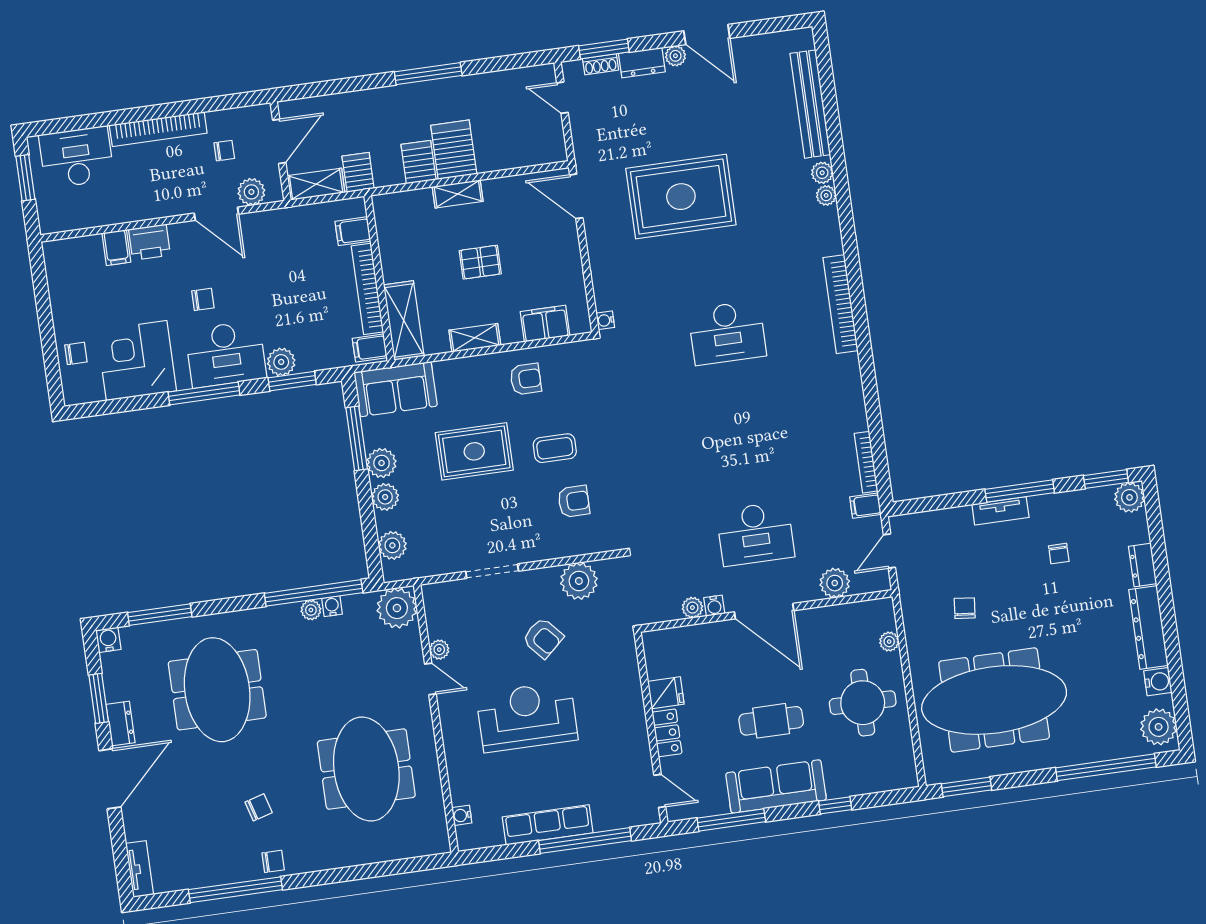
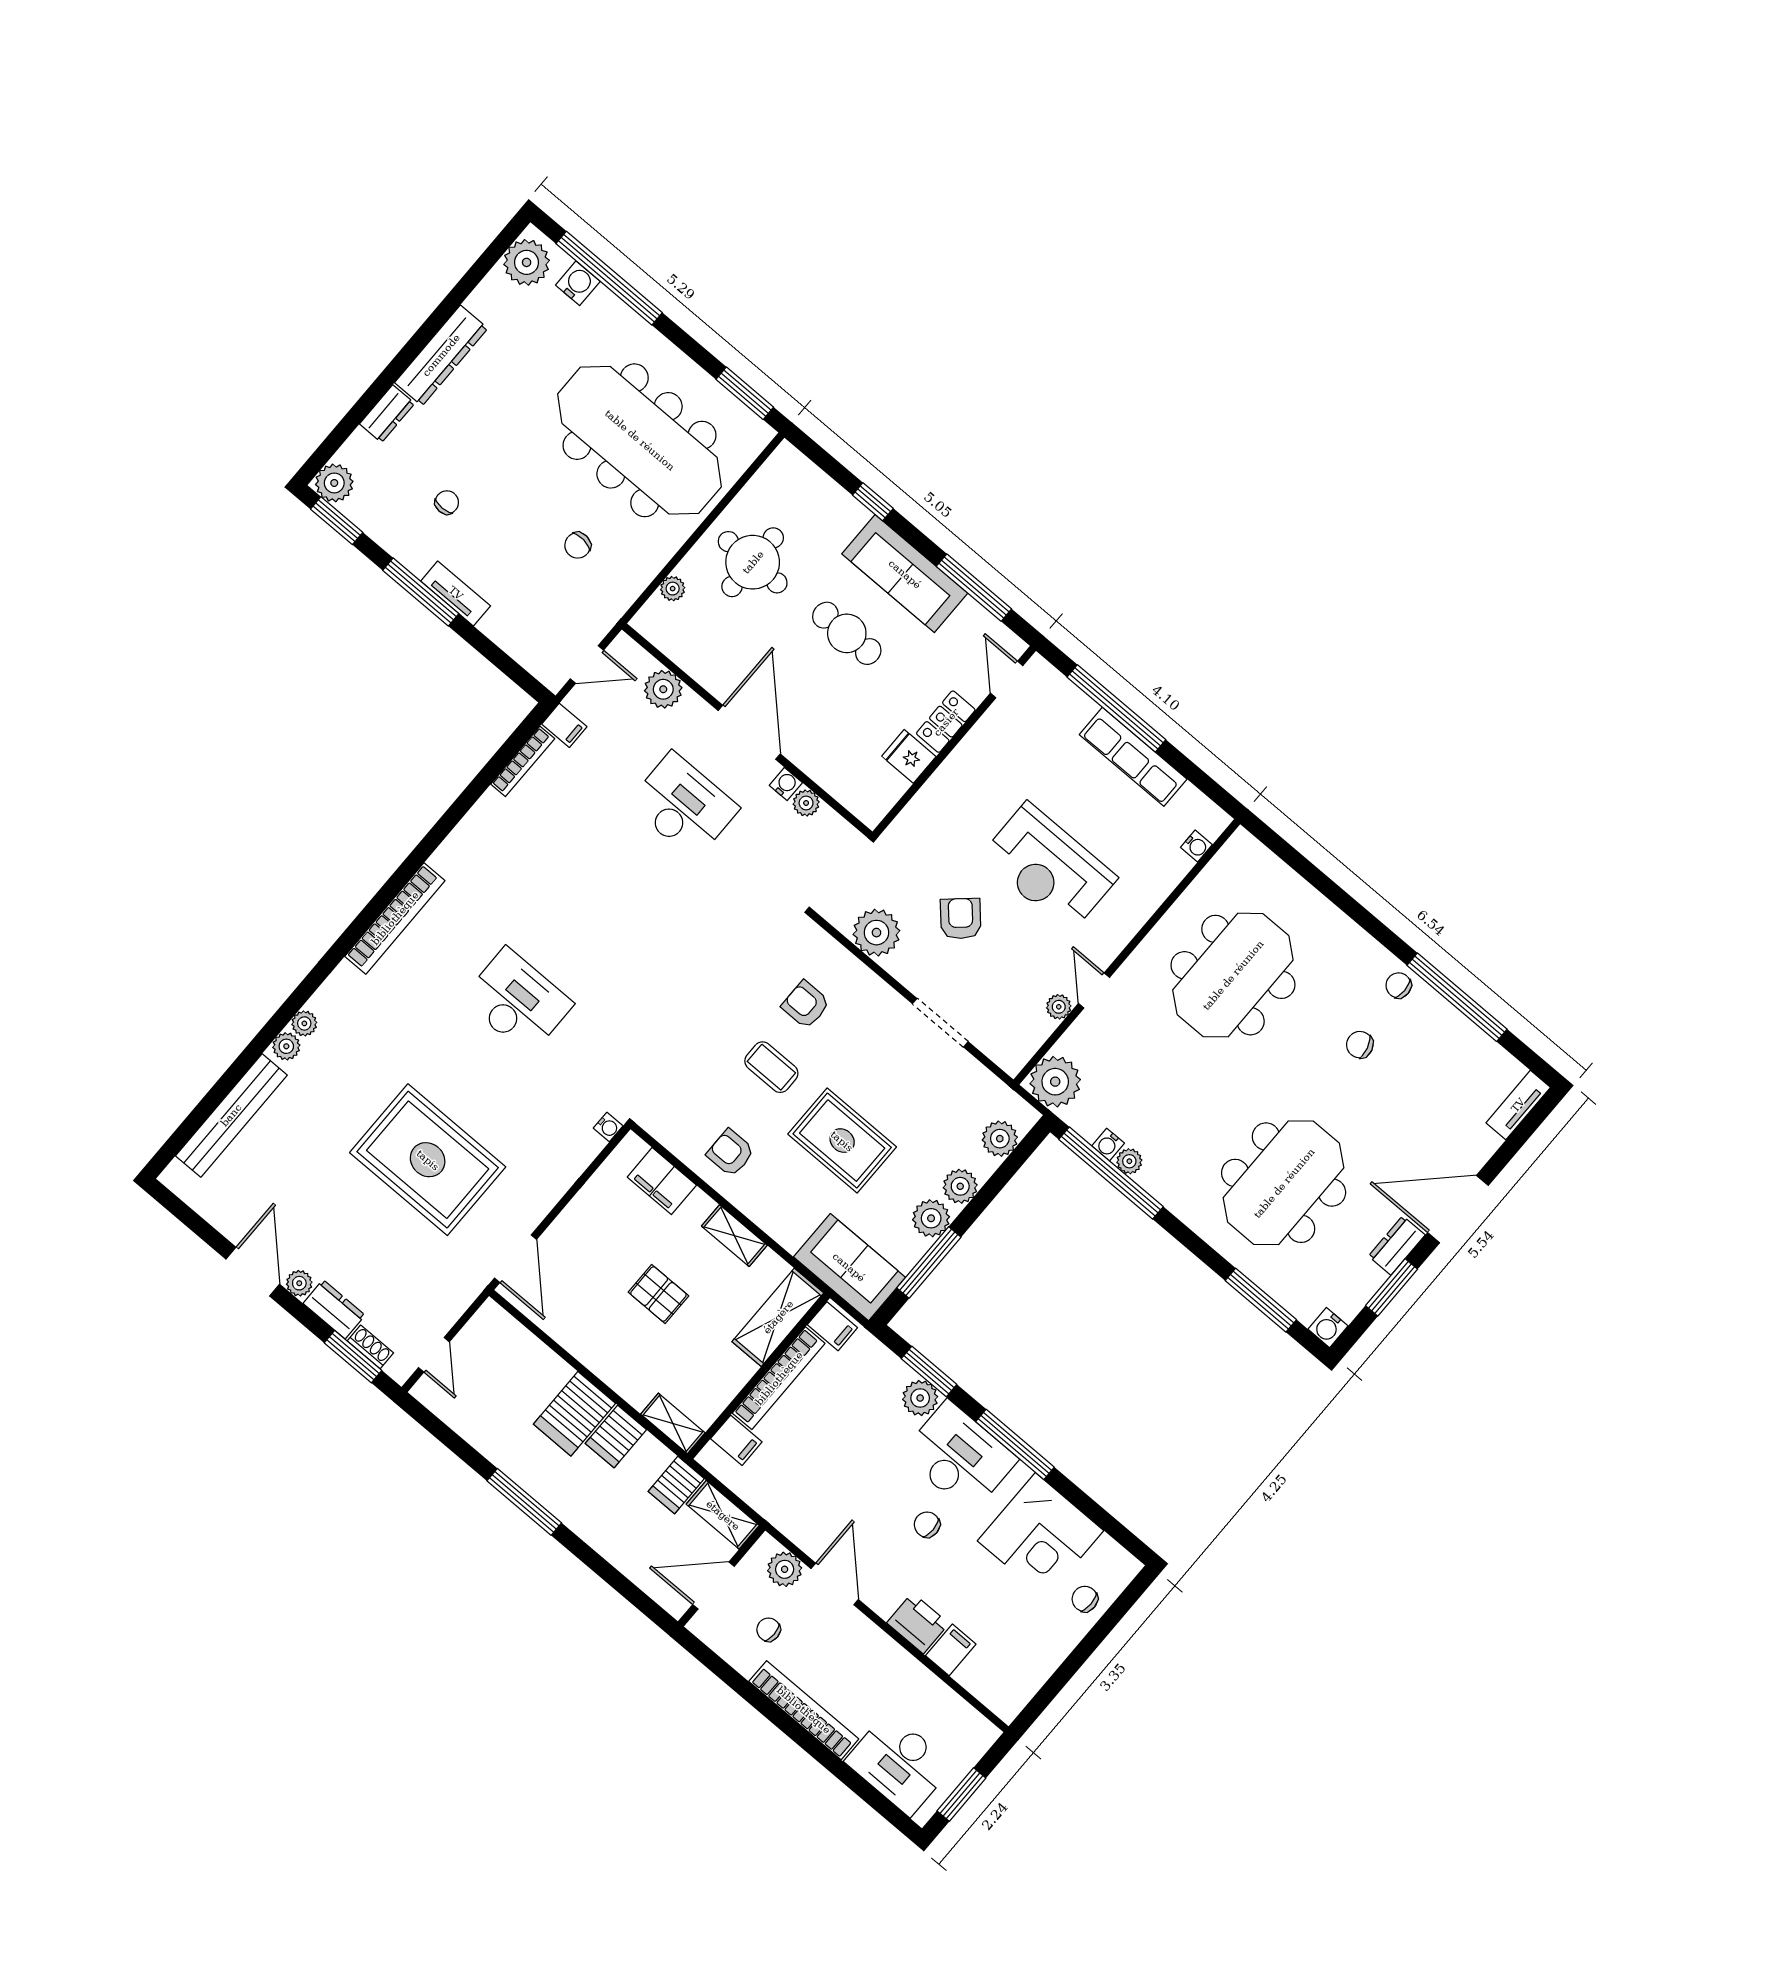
shelving: (458, 194) -> (673, 1423), moved
water cooler: (1158, 682) -> (578, 283), moved, turned 90

